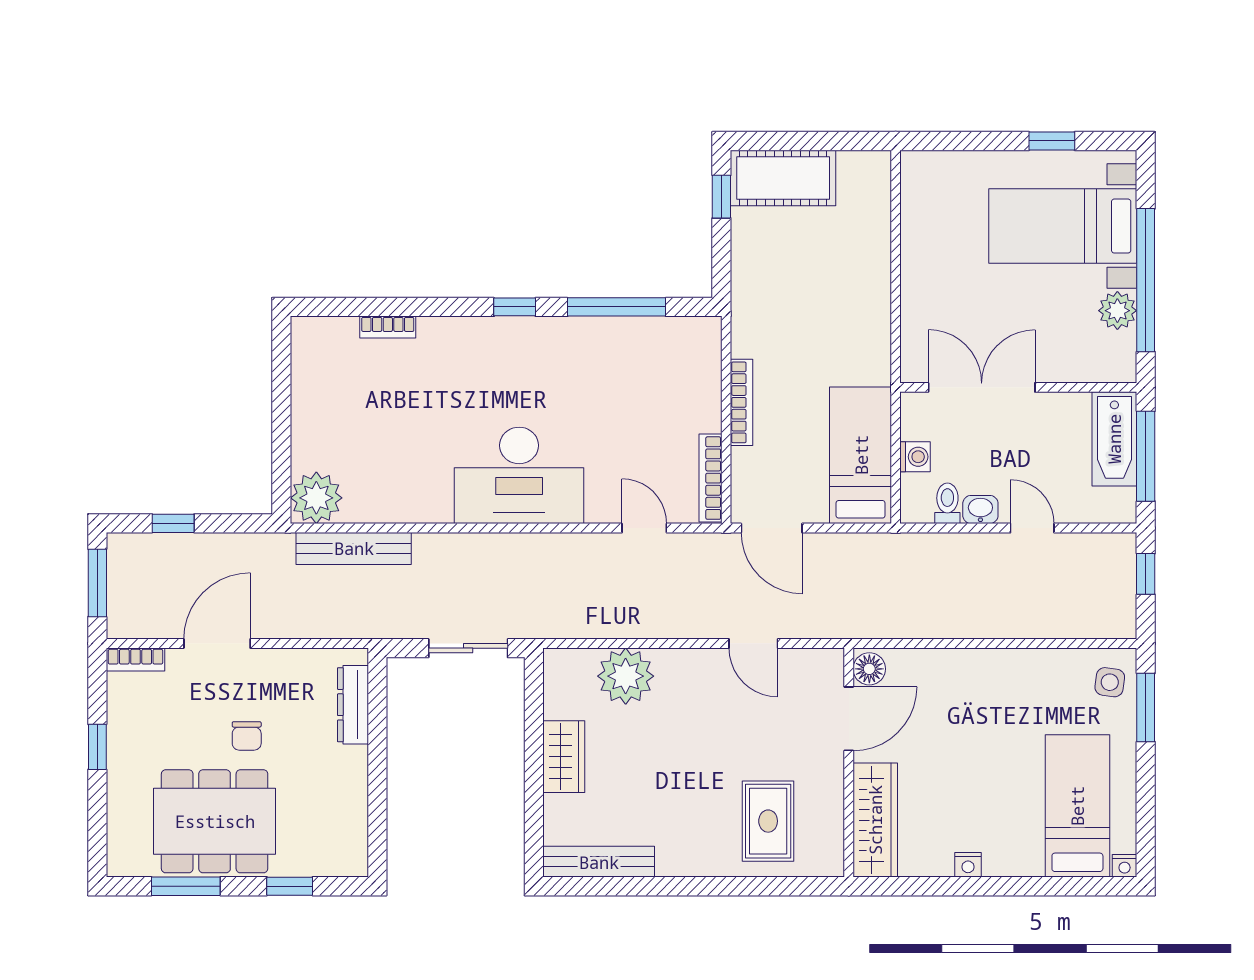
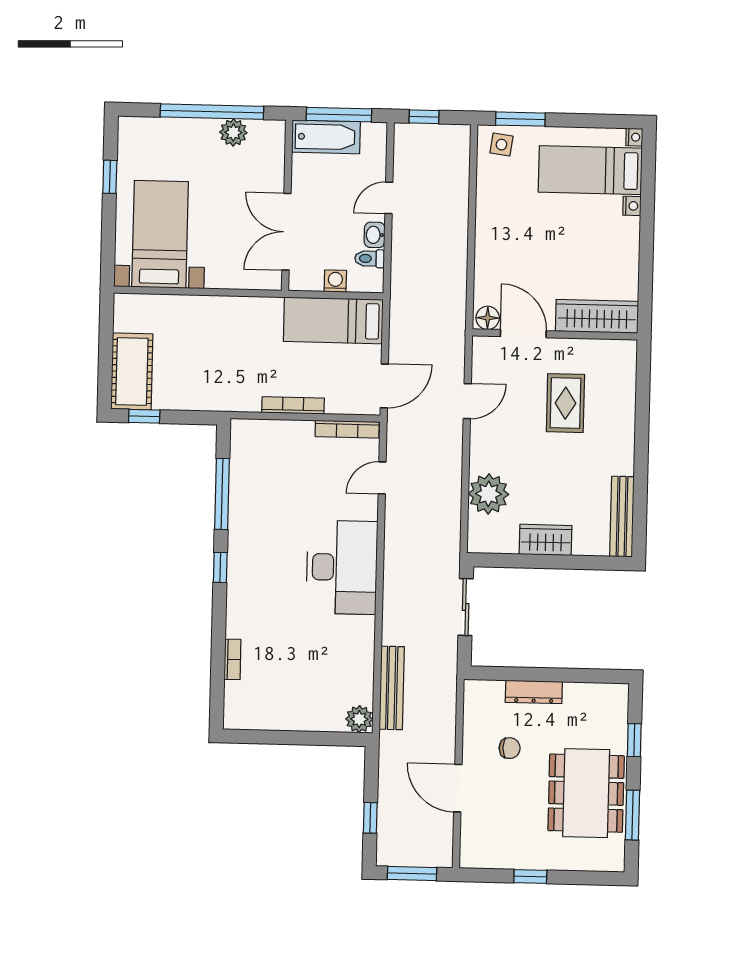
bed with nightstands: (1063, 226) -> (160, 234), moved, turned 180
plant: (316, 498) -> (359, 719), width x0.73, depth x0.73
bookcase: (135, 659) -> (468, 847), removed
dresser: (353, 705) -> (534, 692), moved
chair: (247, 736) -> (510, 748), moved
rug: (768, 821) -> (565, 403), moved, turned 90
nightstand: (968, 865) -> (632, 206), moved

